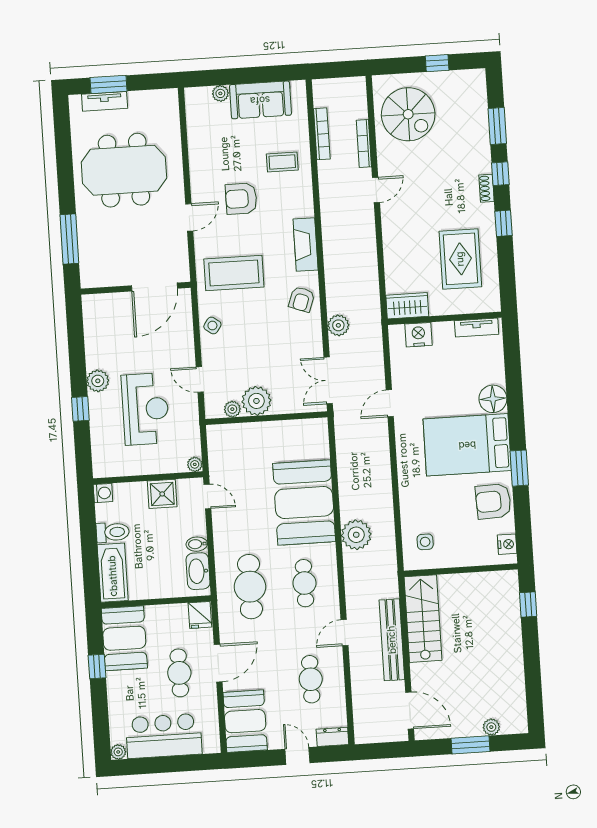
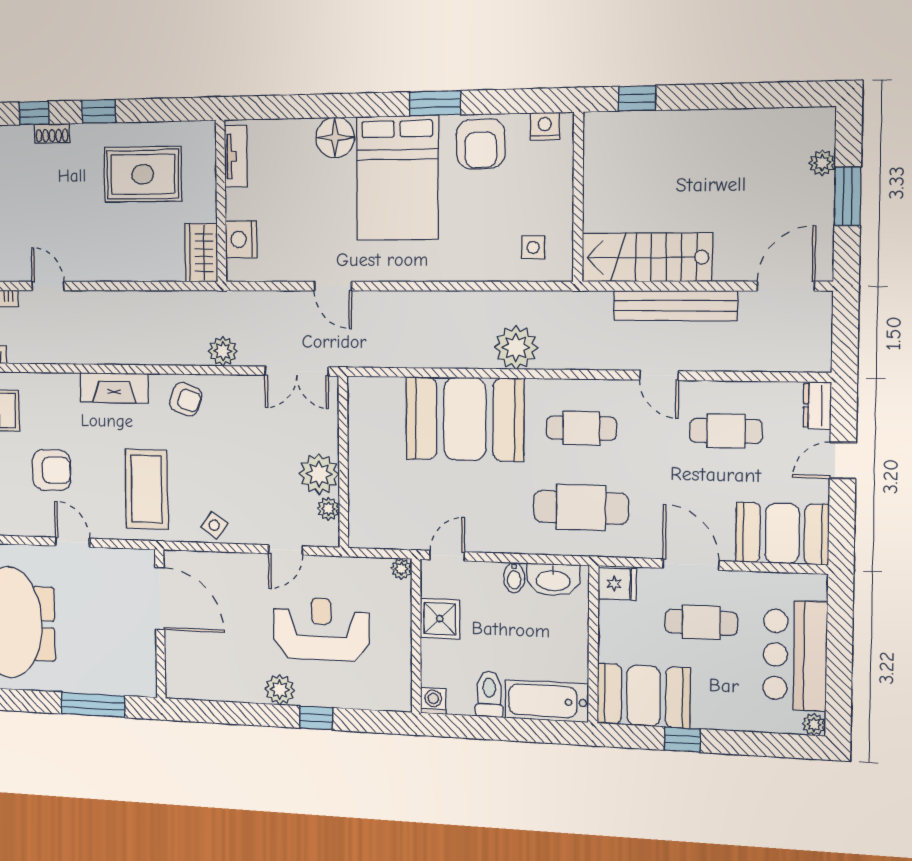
armchair: (241, 199) -> (52, 470), turned -90

